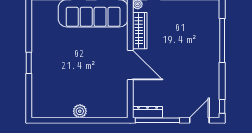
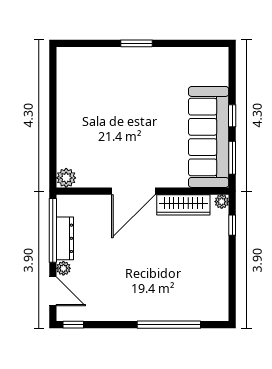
plant: (80, 111) -> (66, 178), moved
dresser: (147, 112) -> (65, 238), moved
plant: (183, 113) -> (63, 268), added

